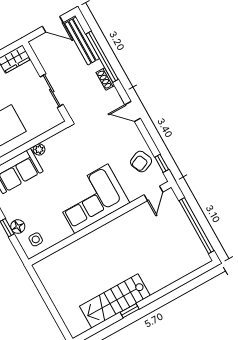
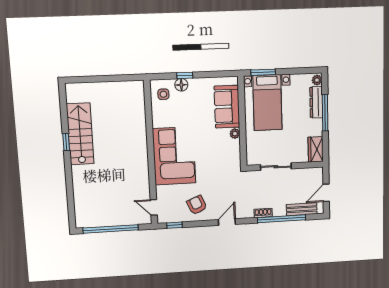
bench: (82, 41) -> (302, 209), width x0.73
armchair: (141, 162) -> (197, 205), moved

